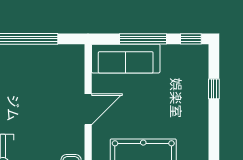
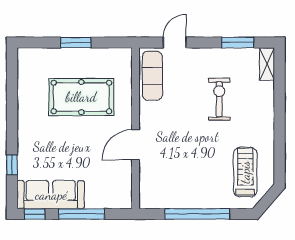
sofa: (126, 59) -> (51, 195), moved

